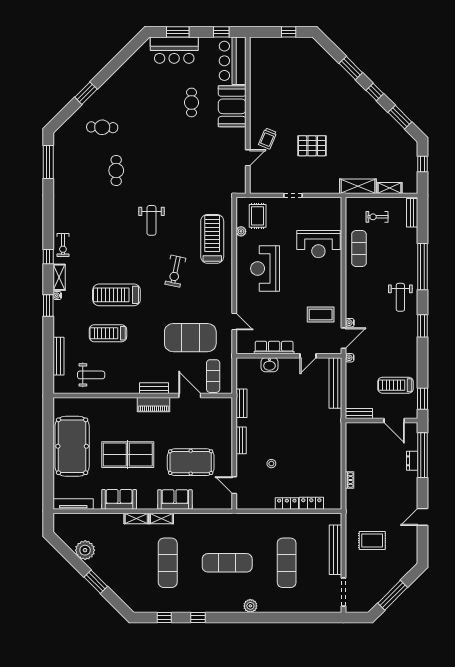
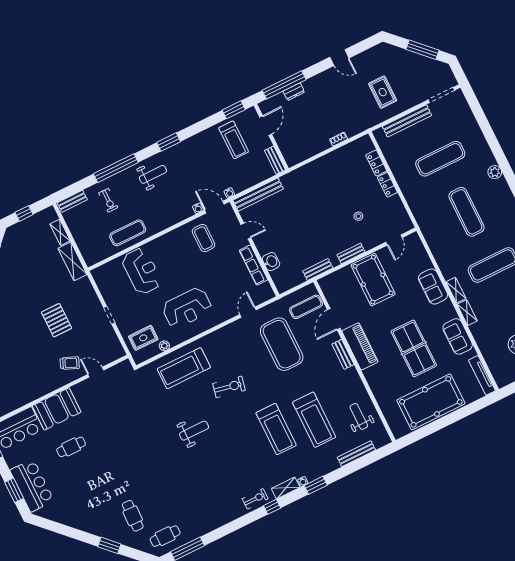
cafe table: (116, 171) -> (165, 536), moved
exercise bike: (377, 217) -> (108, 200), moved
treadmill: (108, 333) -> (314, 420), width x1.37, depth x1.38
piano: (154, 405) -> (360, 346), width x1.37, depth x1.33
pool table: (191, 462) -> (373, 280), moved

